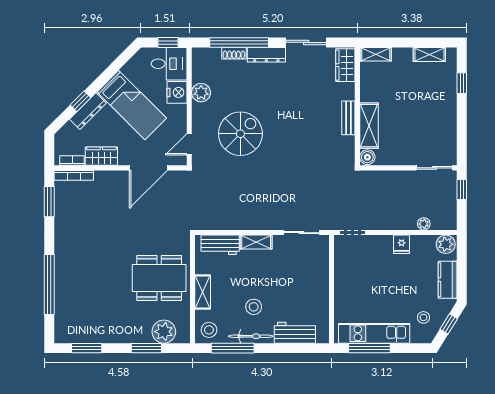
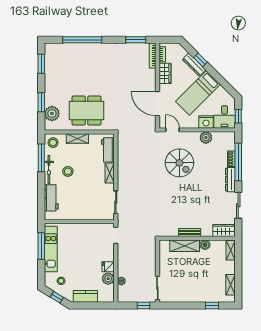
boiler: (367, 157) -> (205, 245), moved
plant: (446, 244) -> (108, 279), moved
dining table: (159, 278) -> (86, 111), turned 90

